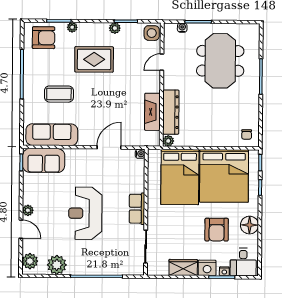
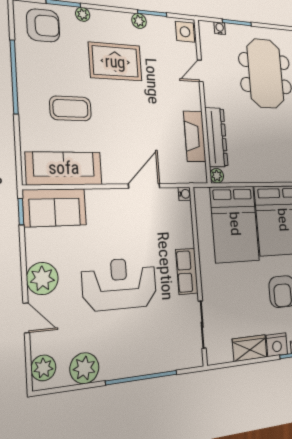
plant: (28, 210) -> (42, 278), width x1.87, depth x1.87
reception desk: (85, 213) -> (120, 284), turned 90

